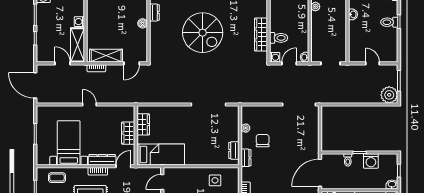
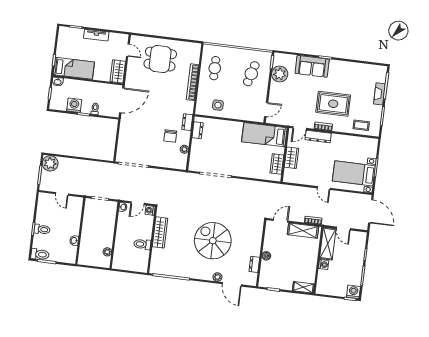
toilet: (279, 38) -> (142, 244), moved
bed with nightstands: (69, 143) -> (354, 173), moved, turned 90

